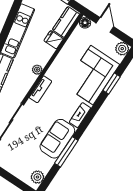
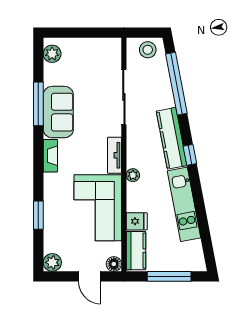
corner sofa: (92, 75) -> (98, 208), moved, turned 180

